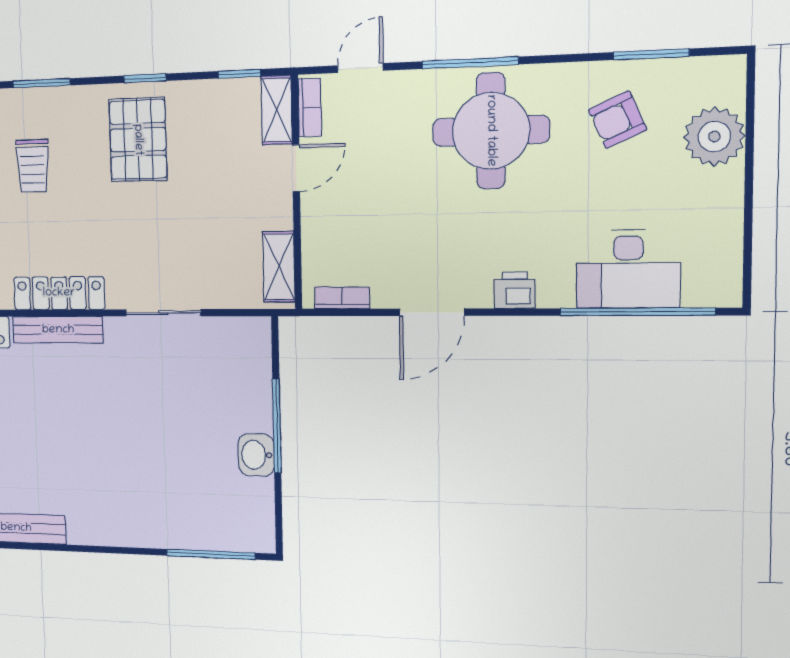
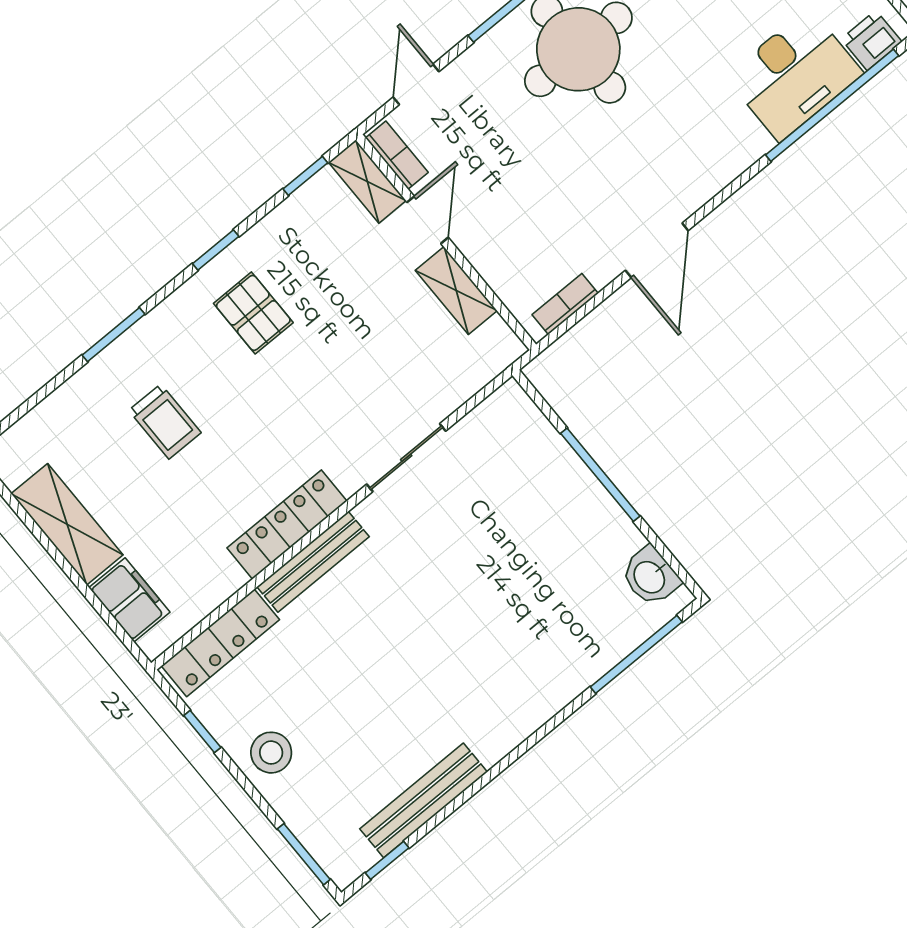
pallet: (138, 140) -> (253, 313), width x0.67, depth x0.71
shelving: (279, 267) -> (456, 290), moved
printer: (515, 290) -> (872, 40), moved
washbasin: (256, 455) -> (650, 576), moved

